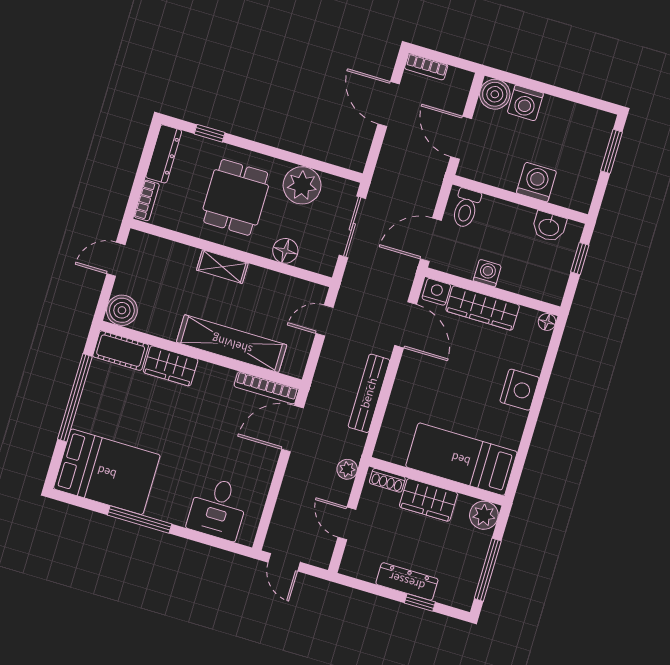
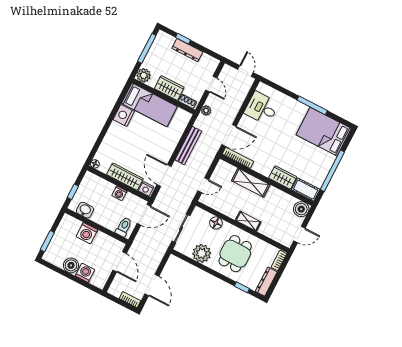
boiler: (495, 94) -> (71, 265), moved
shelving: (232, 344) -> (251, 183), width x0.68
nightstand: (519, 390) -> (124, 115), moved
desk: (218, 508) -> (262, 108), moved, turned -90

